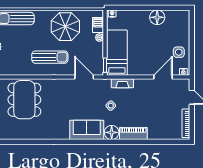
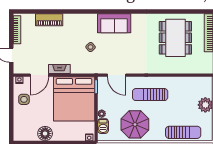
bed: (117, 53) -> (74, 99), width x2.04
fireplace: (122, 83) -> (59, 69), moved
dining table: (24, 100) -> (175, 38), moved
floor lamp: (112, 132) -> (90, 21), removed
piano: (133, 133) -> (49, 20), moved

